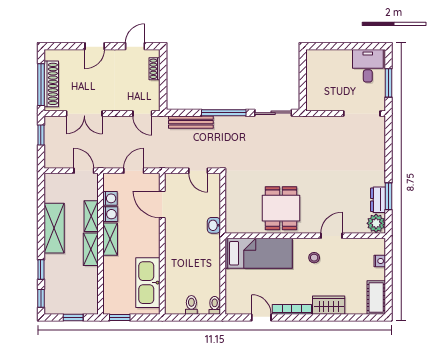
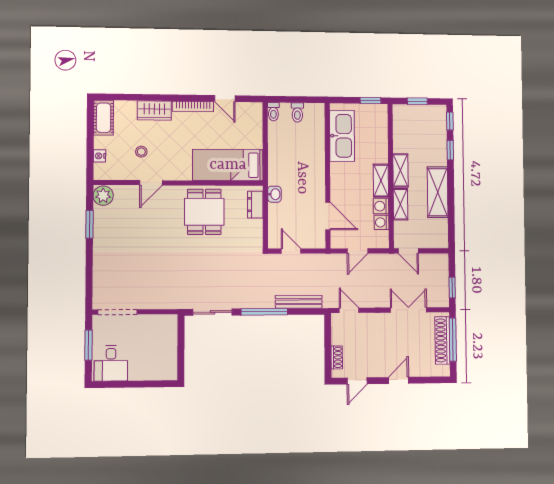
dresser: (378, 200) -> (255, 205), moved, turned 180
stool: (314, 258) -> (141, 152), moved

